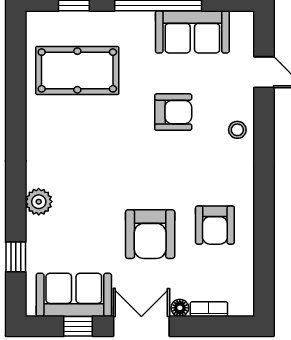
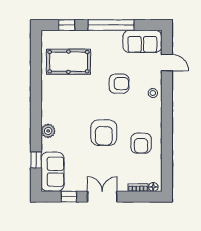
sofa: (192, 32) -> (142, 41), moved
armchair: (150, 234) -> (104, 133), moved
sofa: (74, 295) -> (53, 172), moved, turned 90
floor lamp: (180, 308) -> (153, 187), moved

